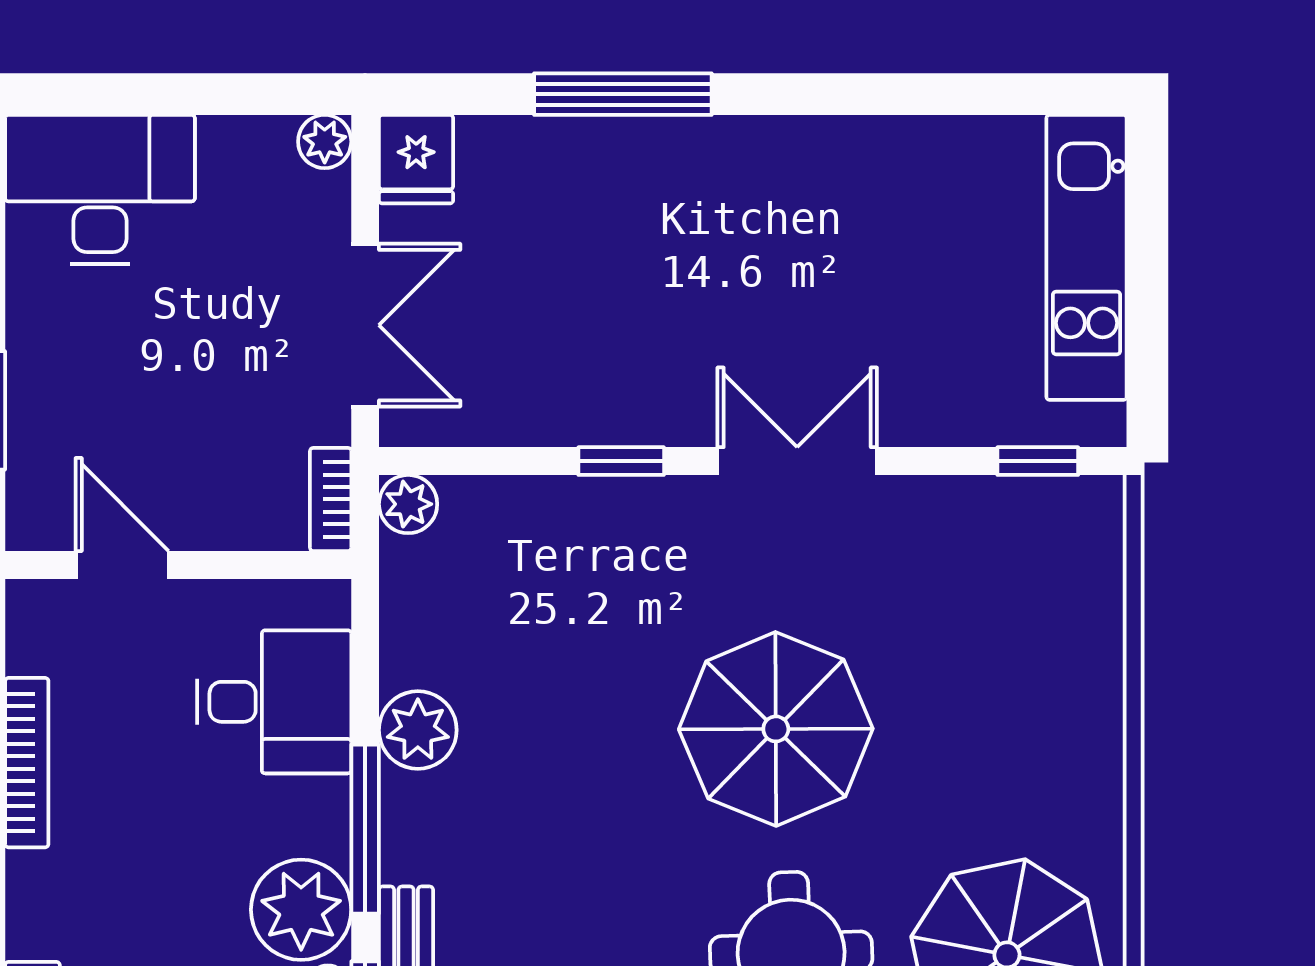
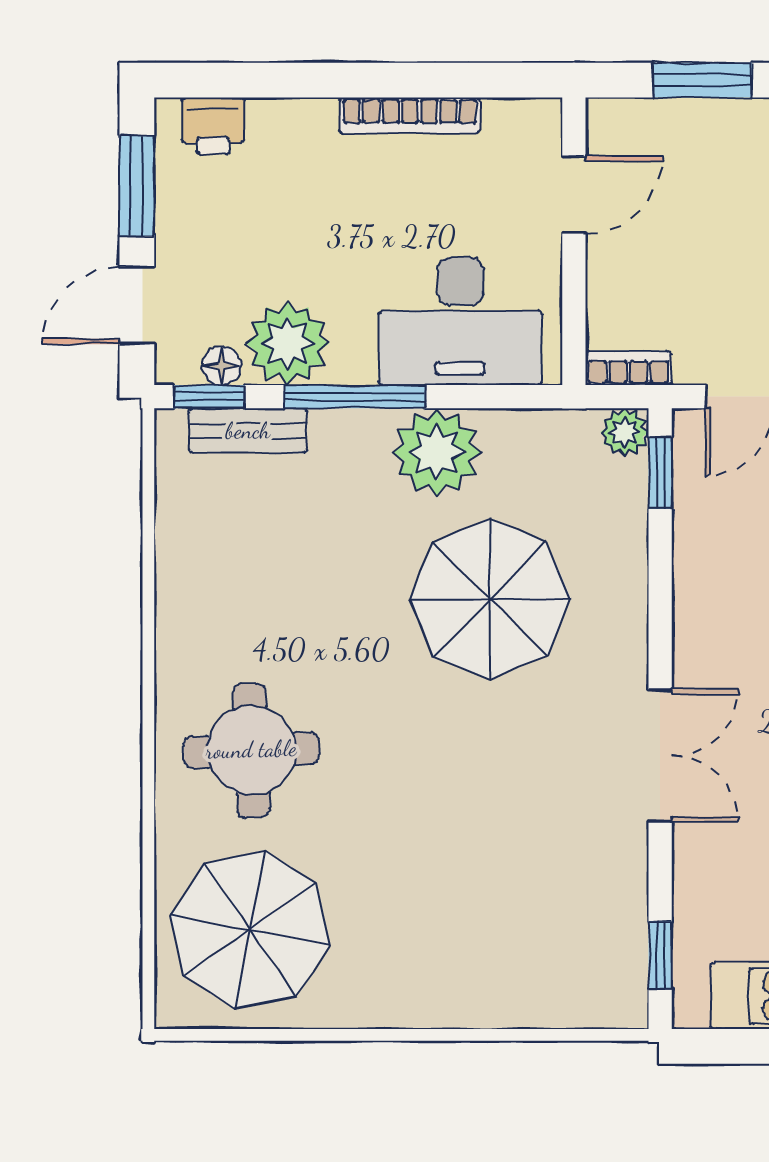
window: (621, 461) -> (660, 473), moved
desk: (274, 702) -> (460, 321), width x1.37
parasol: (776, 729) -> (490, 599), moved
plant: (418, 730) -> (437, 452), width x1.36, depth x1.36

